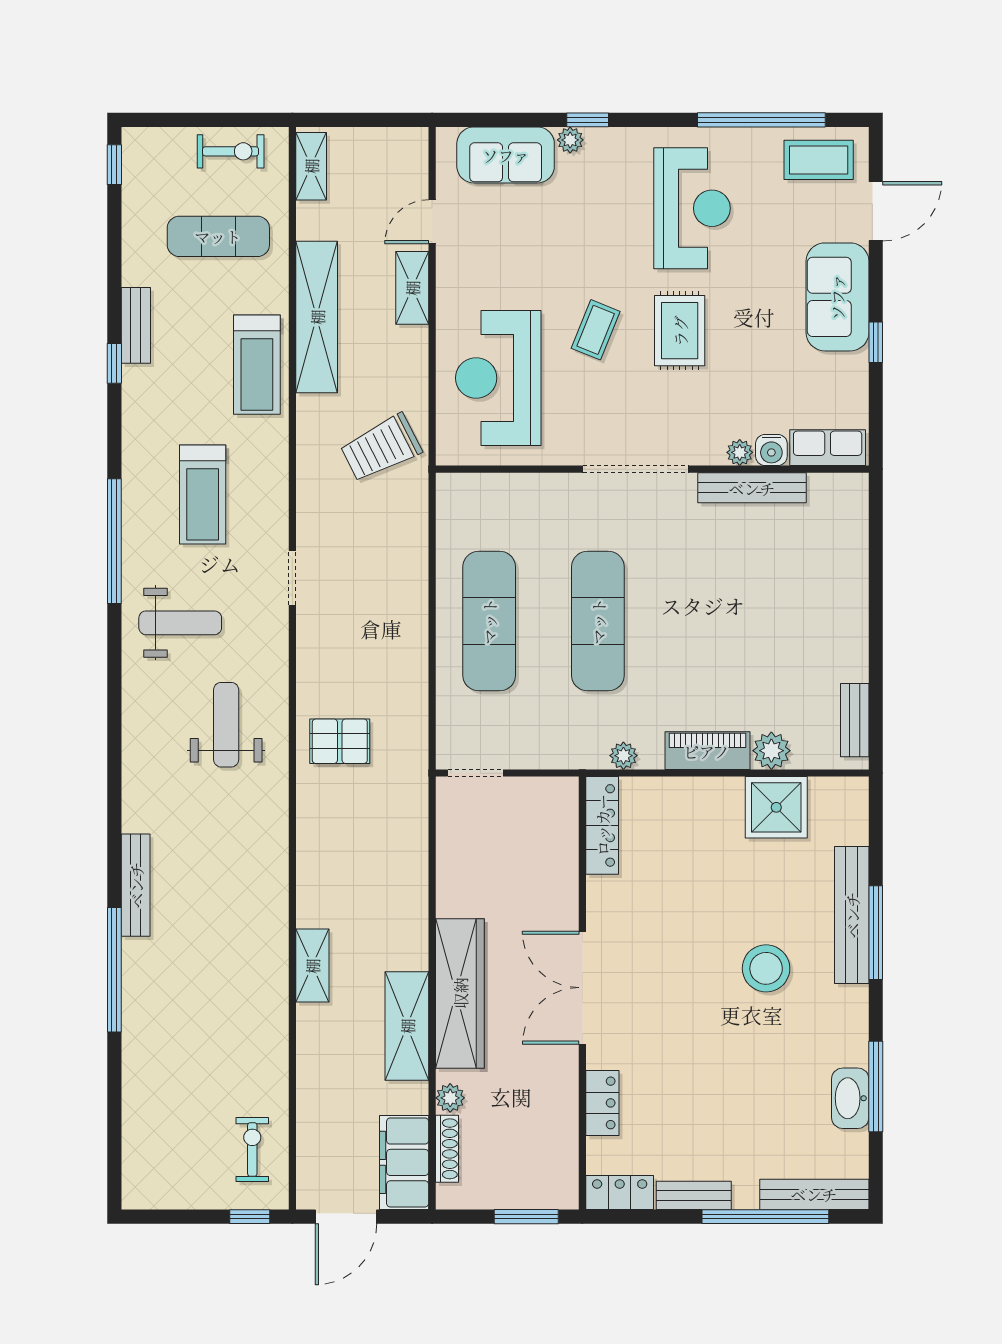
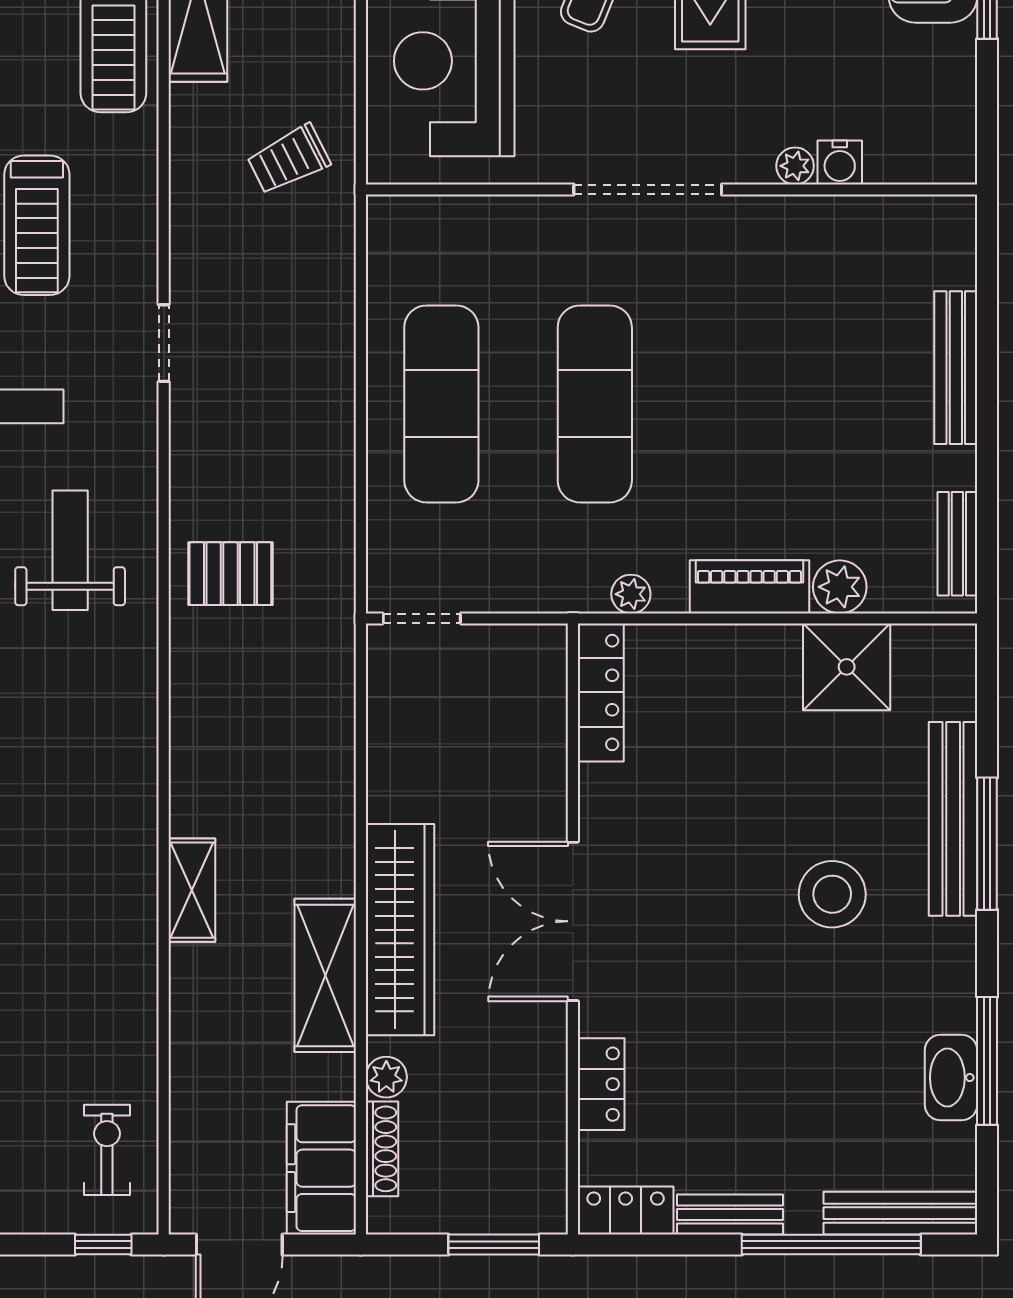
trolley: (381, 448) -> (289, 160), width x0.73, depth x0.72
row of seats: (828, 448) -> (919, 159), removed
bench: (752, 488) -> (956, 368), moved, turned 90

